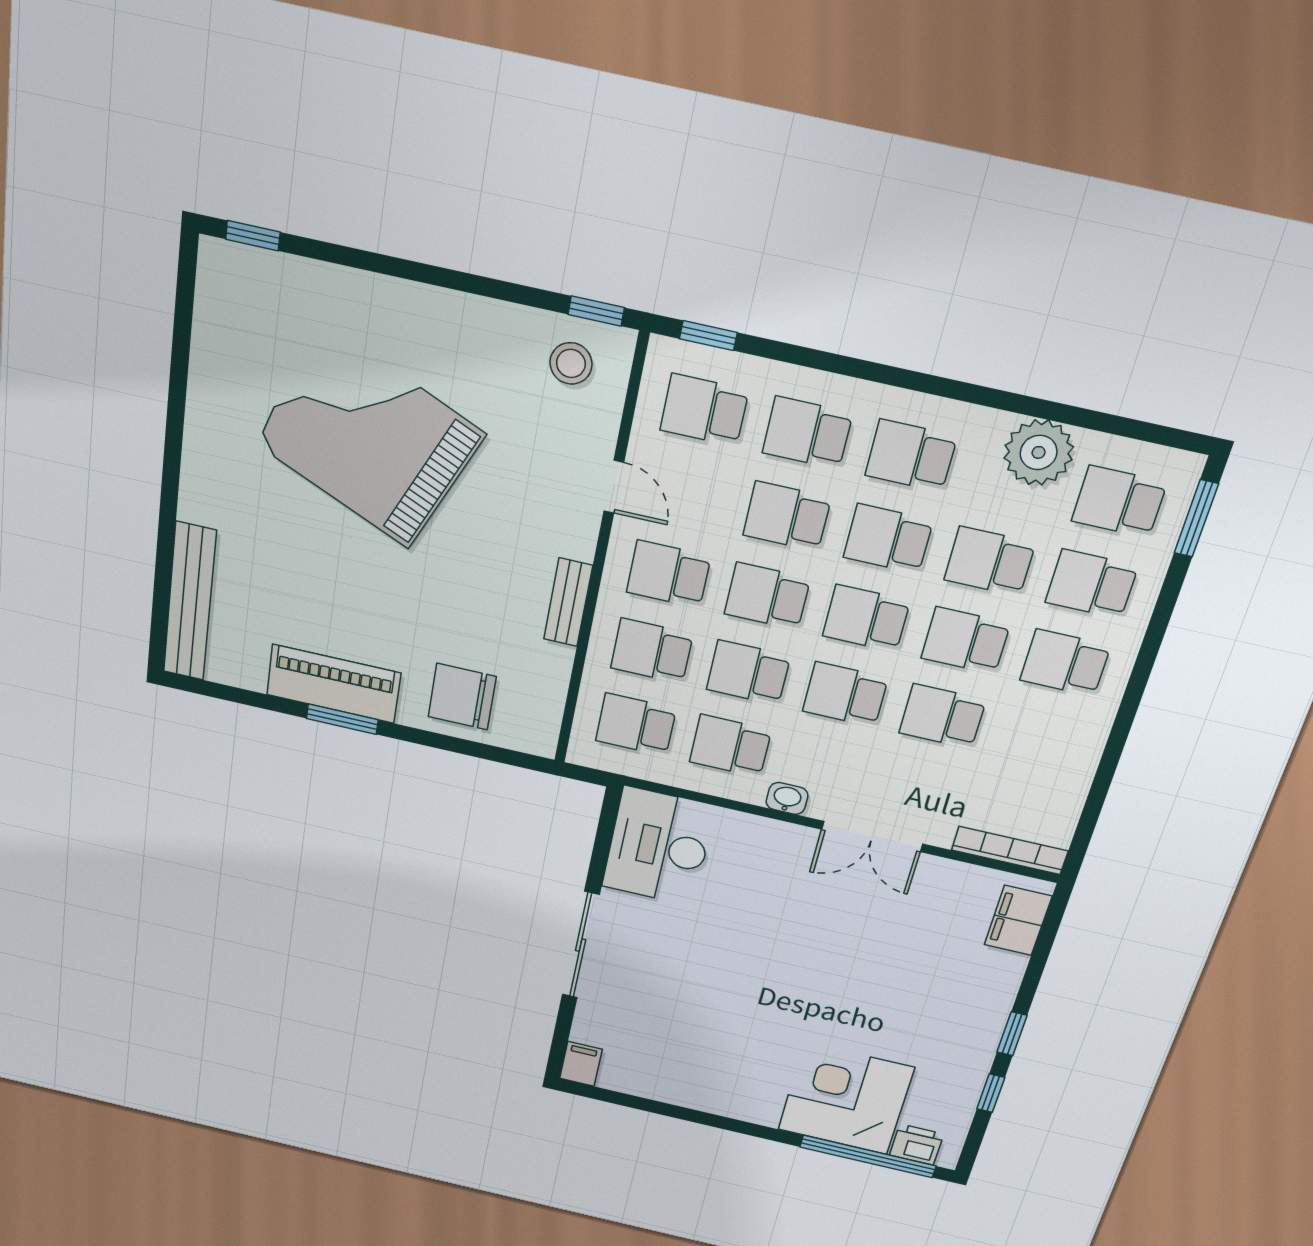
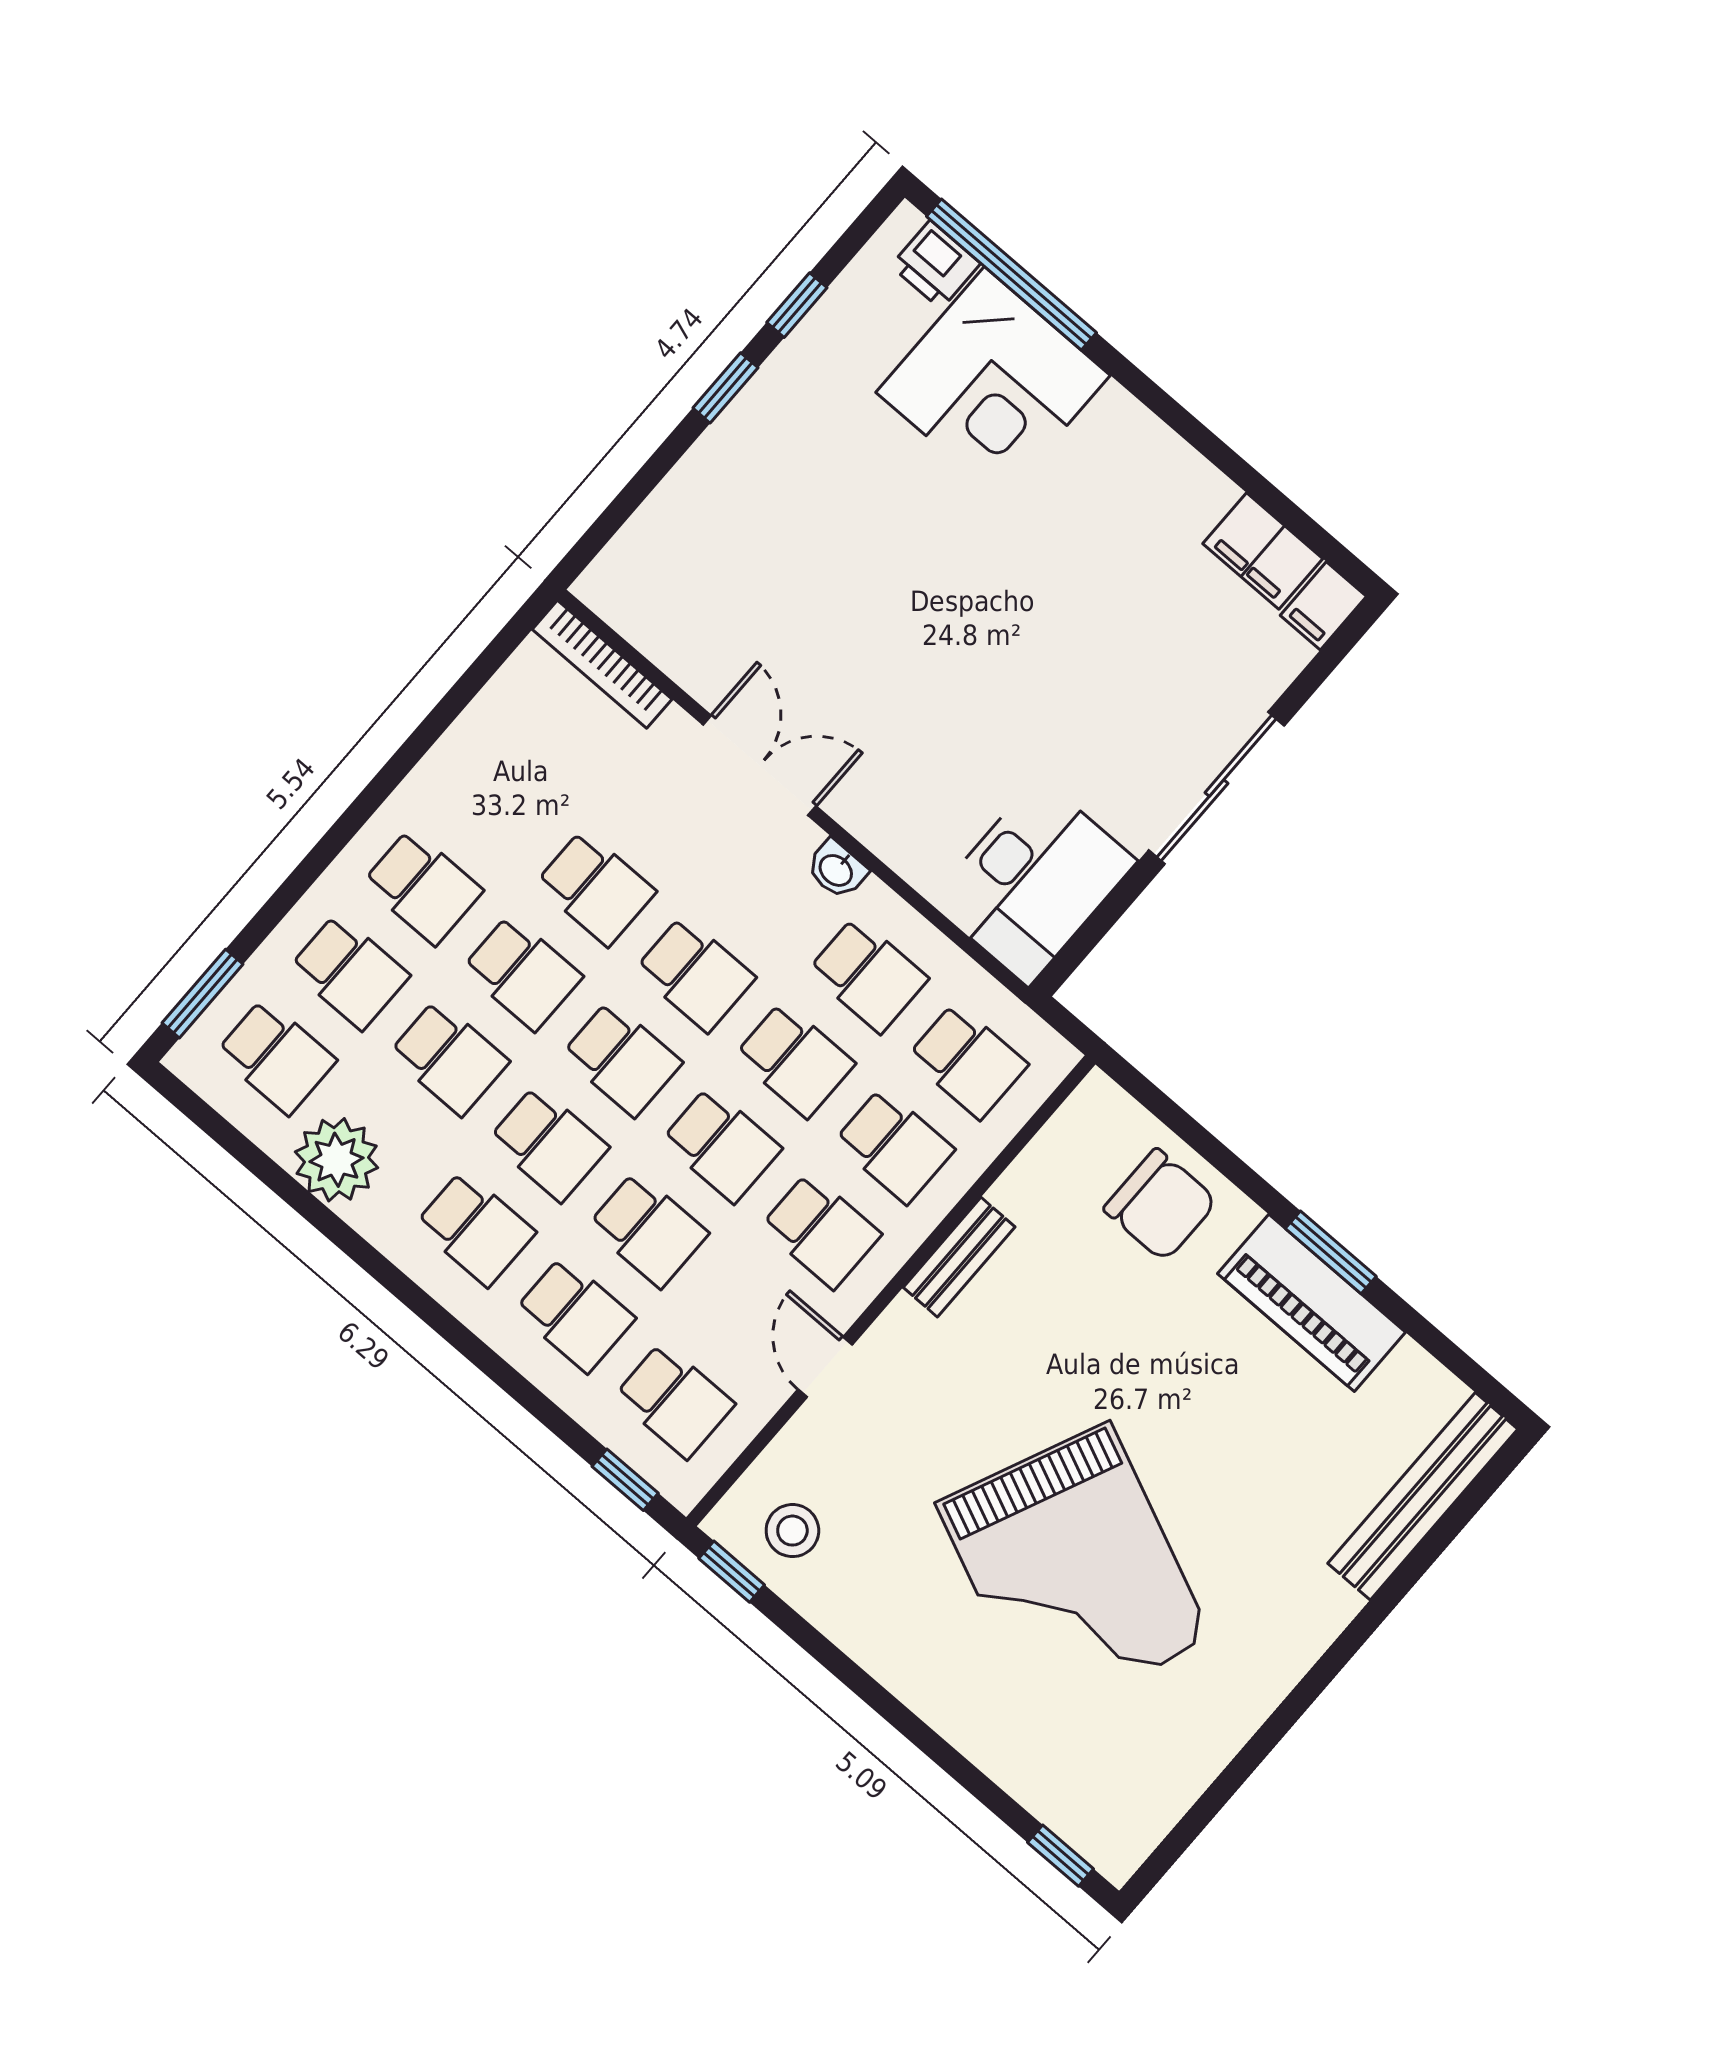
filing cabinet: (1018, 920) -> (1263, 551), moved, turned 90

